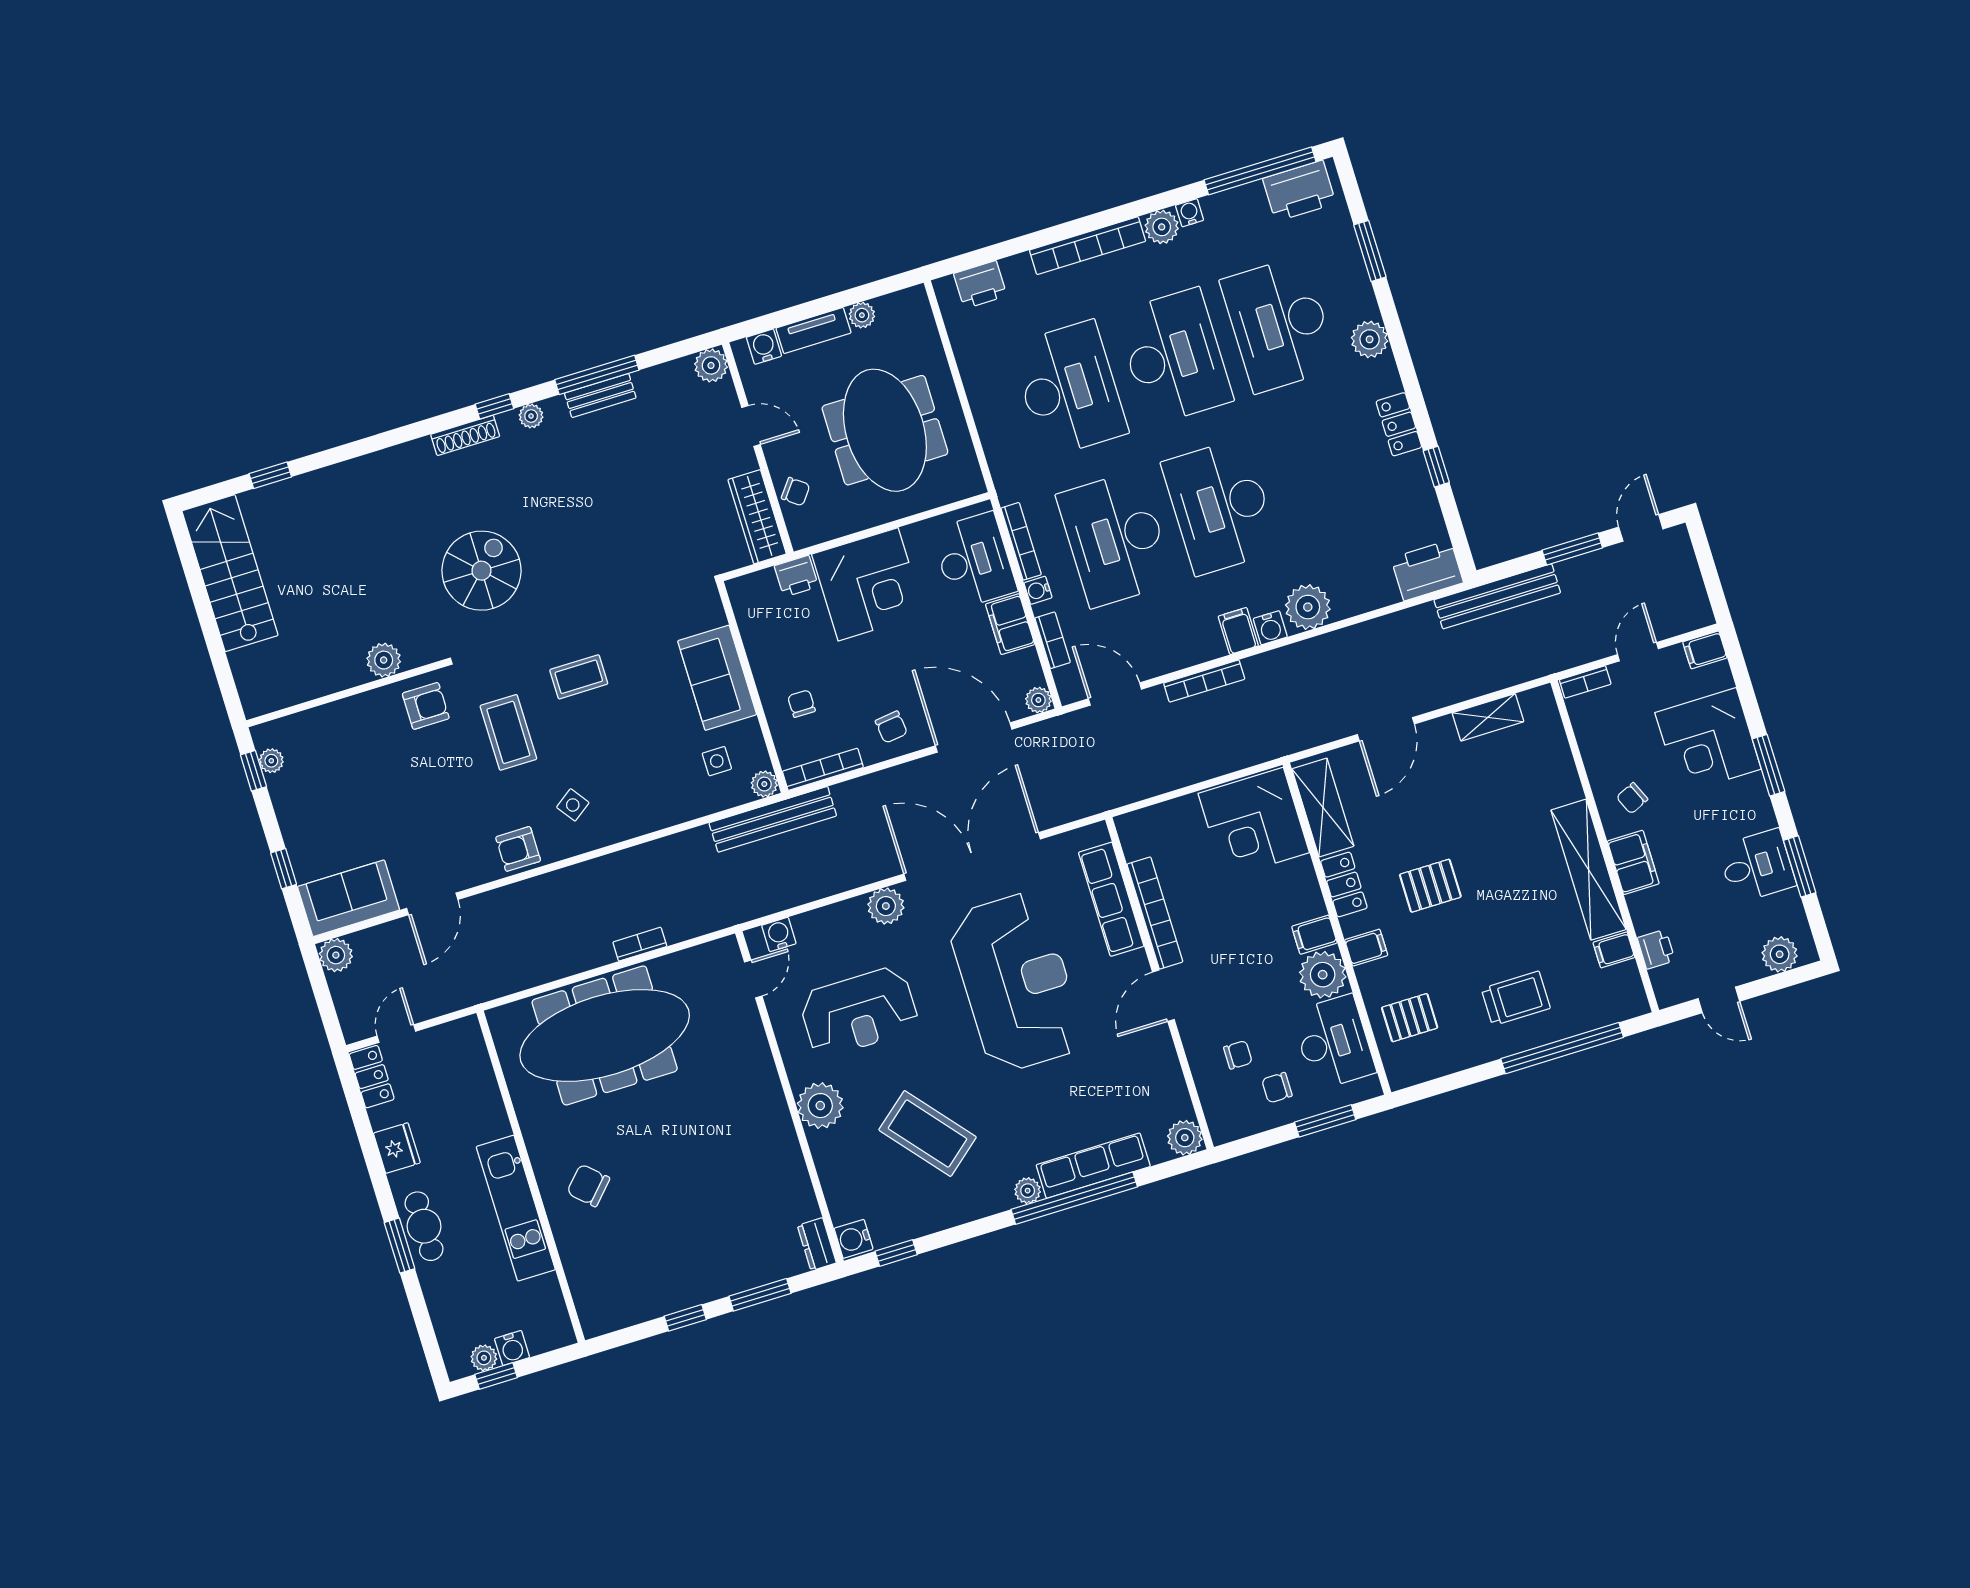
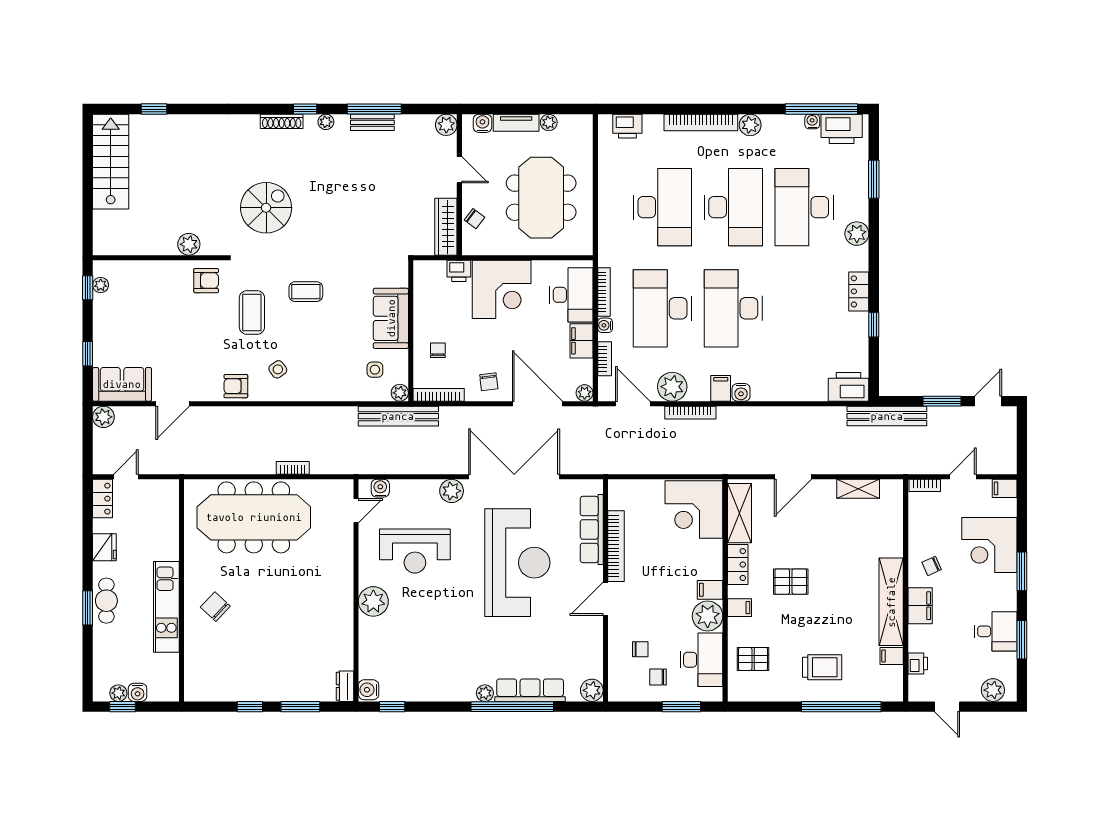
water cooler: (1190, 213) -> (812, 121), moved
plant: (1308, 607) -> (672, 387), moved
coffee table: (928, 1134) -> (434, 639), removed

